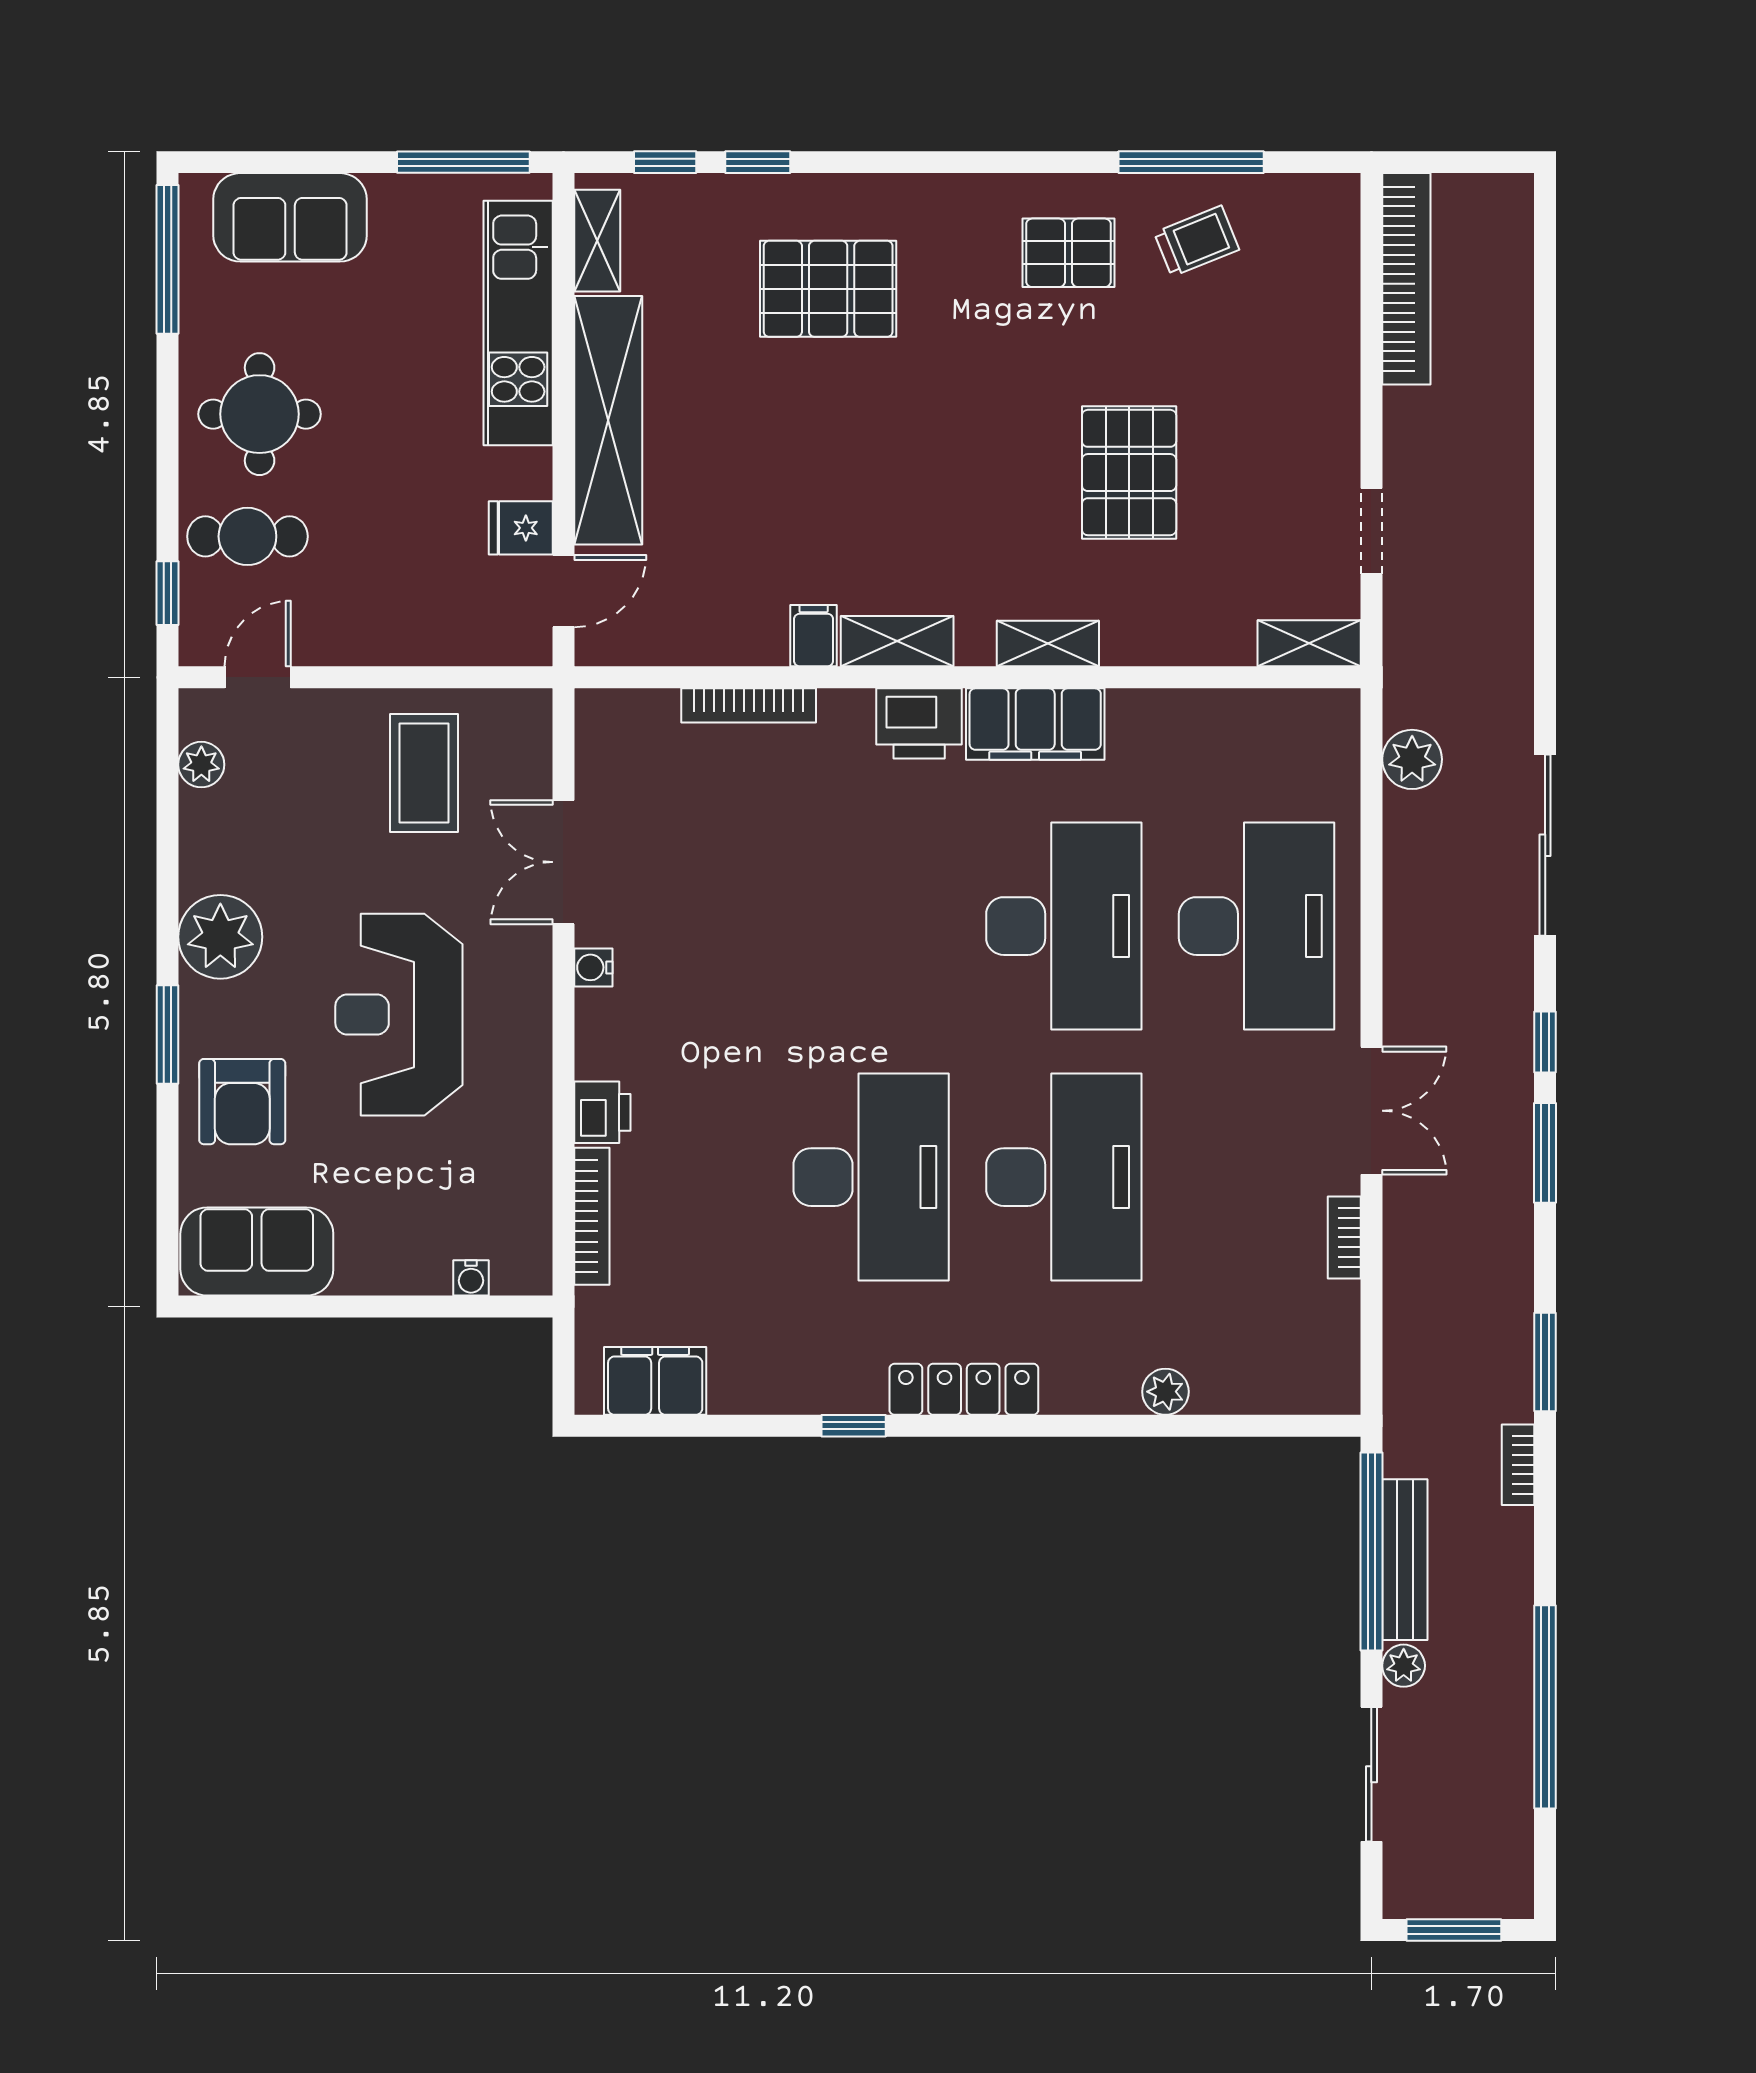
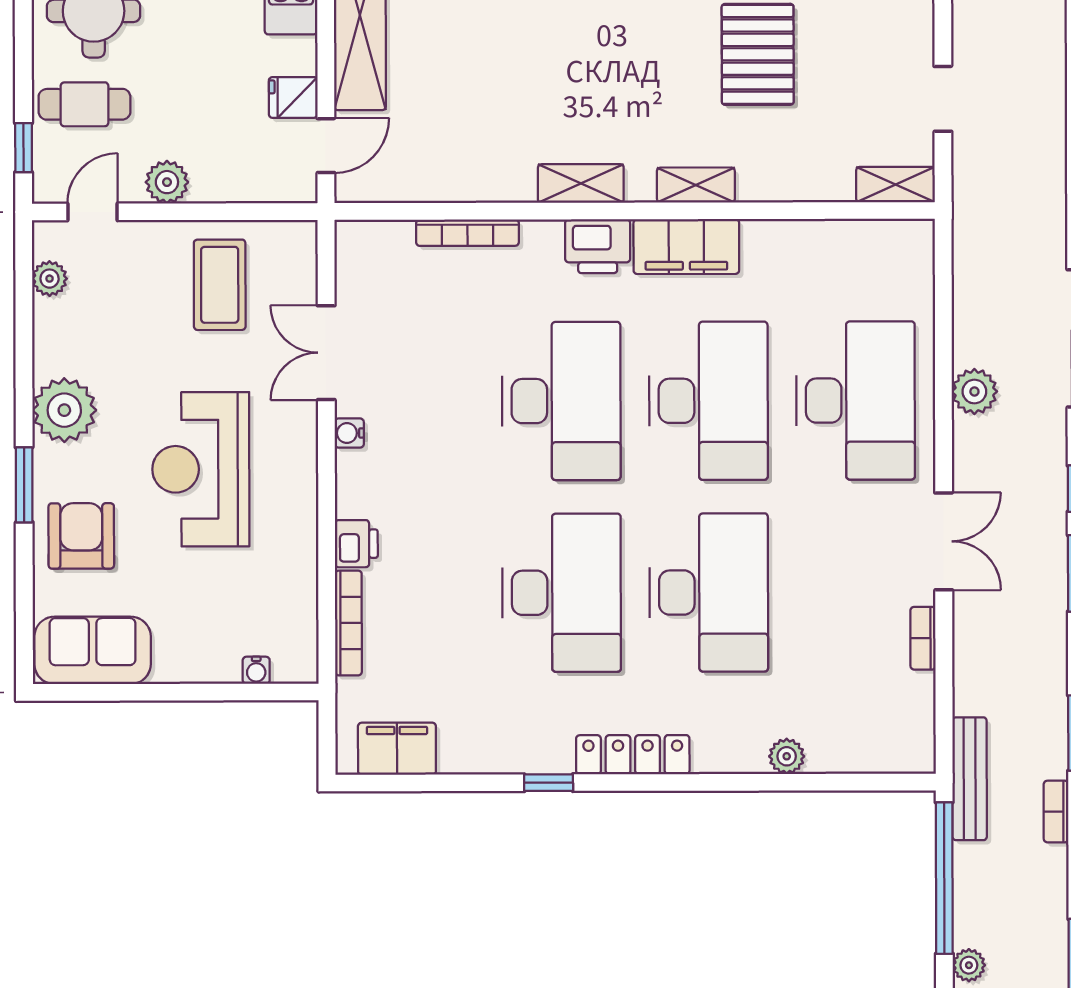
filing cabinet: (814, 636) -> (517, 179), removed
plant: (355, 638) -> (167, 182), added
plant: (1412, 759) -> (974, 392), moved
desk: (871, 926) -> (561, 401), added
armchair: (242, 1102) -> (81, 536), turned 180
bench: (1405, 1560) -> (970, 779), moved

